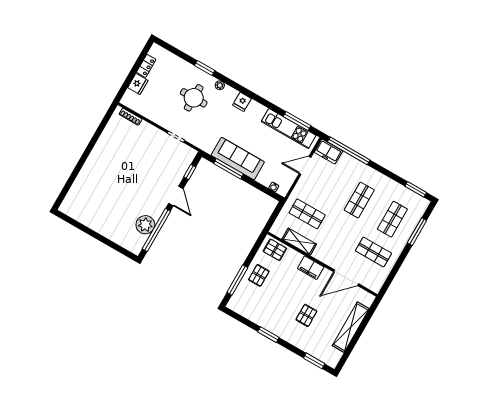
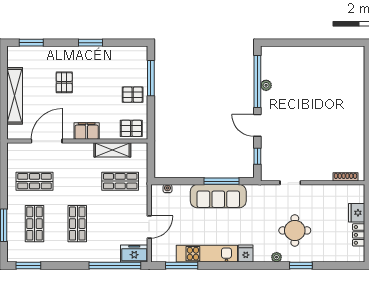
kitchen unit: (289, 128) -> (207, 254), moved
plant: (145, 225) -> (266, 85), width x0.53, depth x0.53
pallet: (259, 275) -> (133, 95), turned 90

